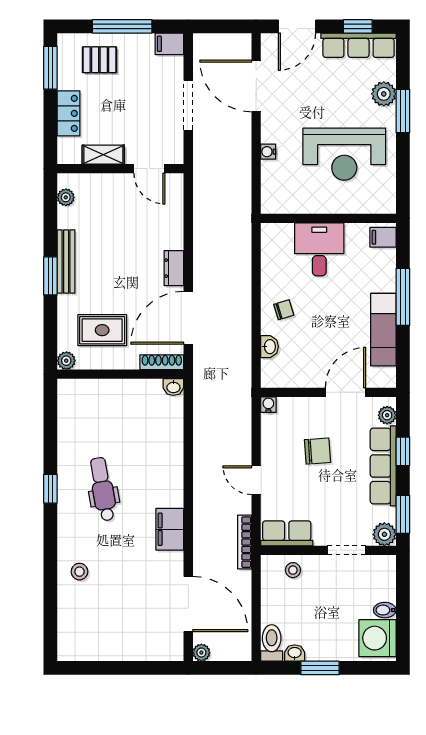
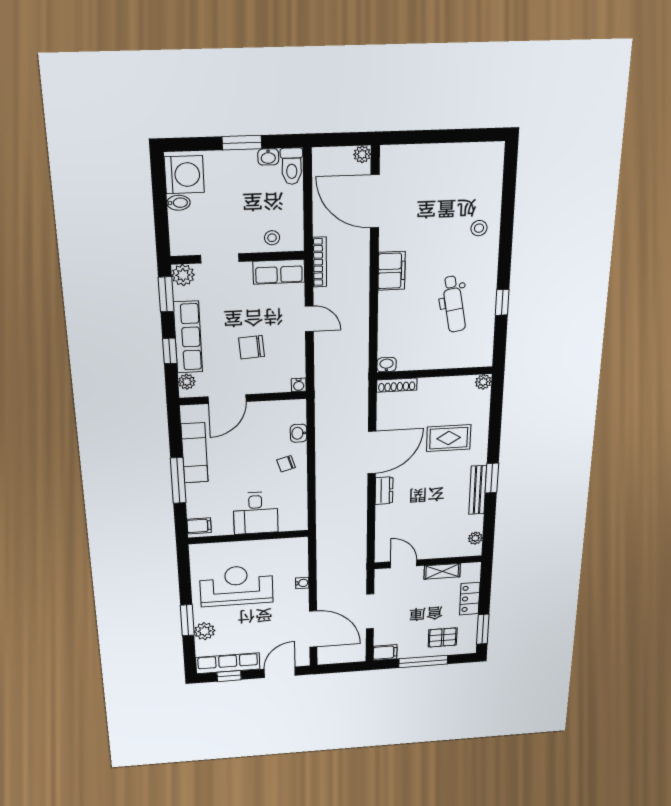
plant: (66, 361) -> (483, 382), moved
shoe rack: (162, 362) -> (397, 385), moved
wall: (120, 374) -> (435, 373), moved
washbasin: (173, 387) -> (387, 365), moved

